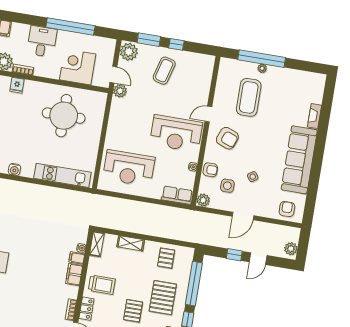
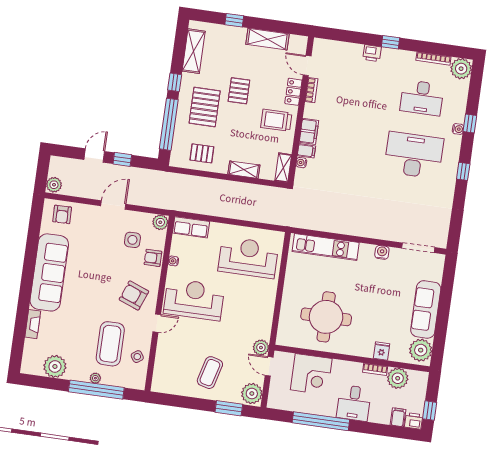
window: (176, 44) -> (196, 404), removed
plant: (296, 79) -> (55, 366), added
side table: (253, 177) -> (137, 357), moved
plant: (291, 249) -> (54, 185), moved
pallet: (166, 258) -> (202, 153), turned 90

